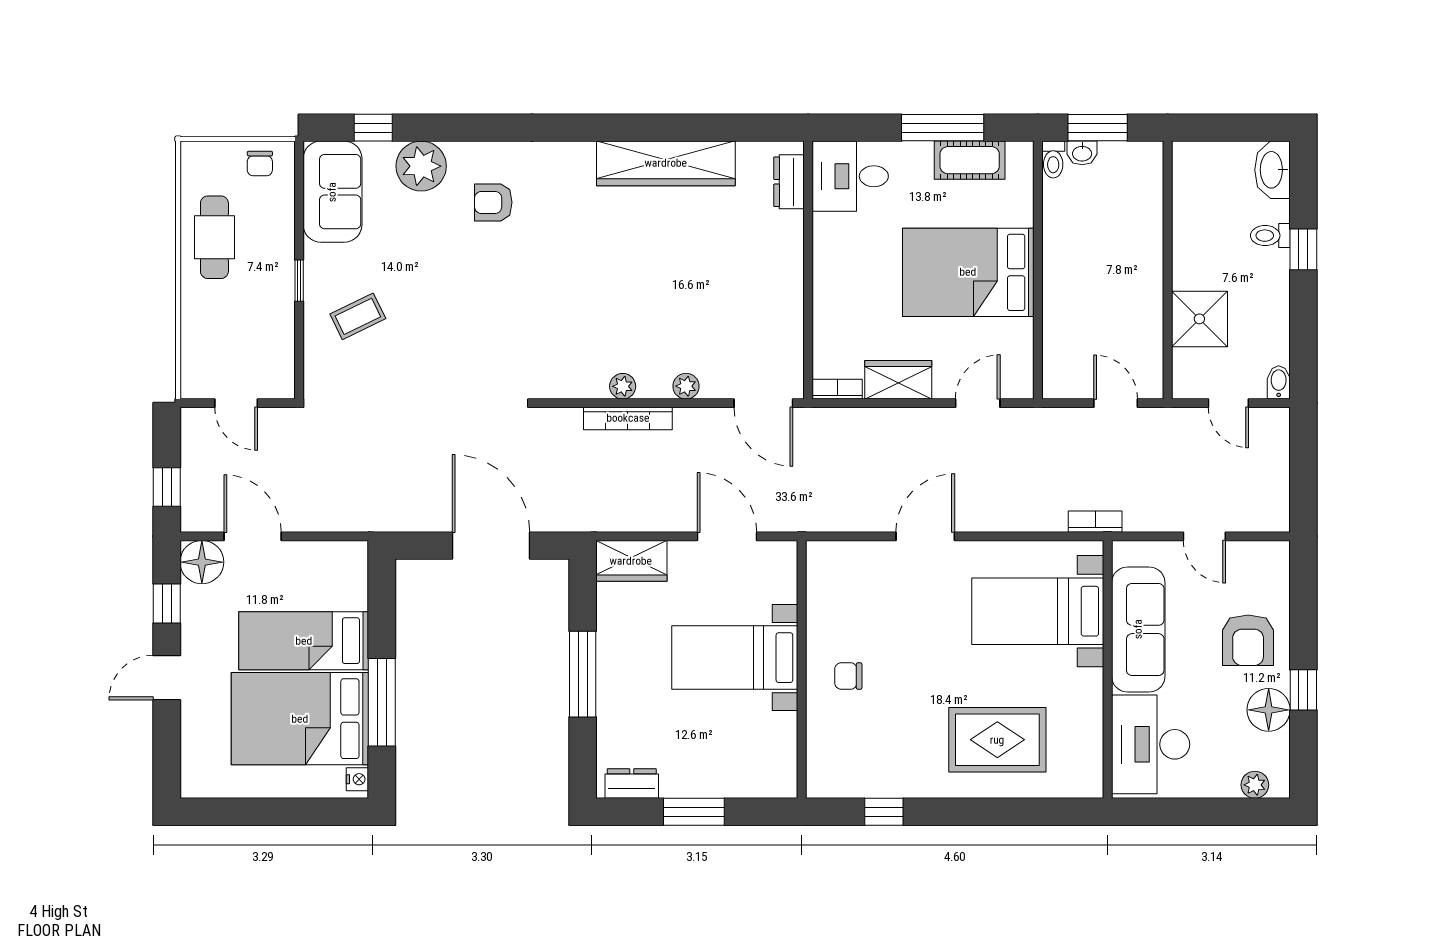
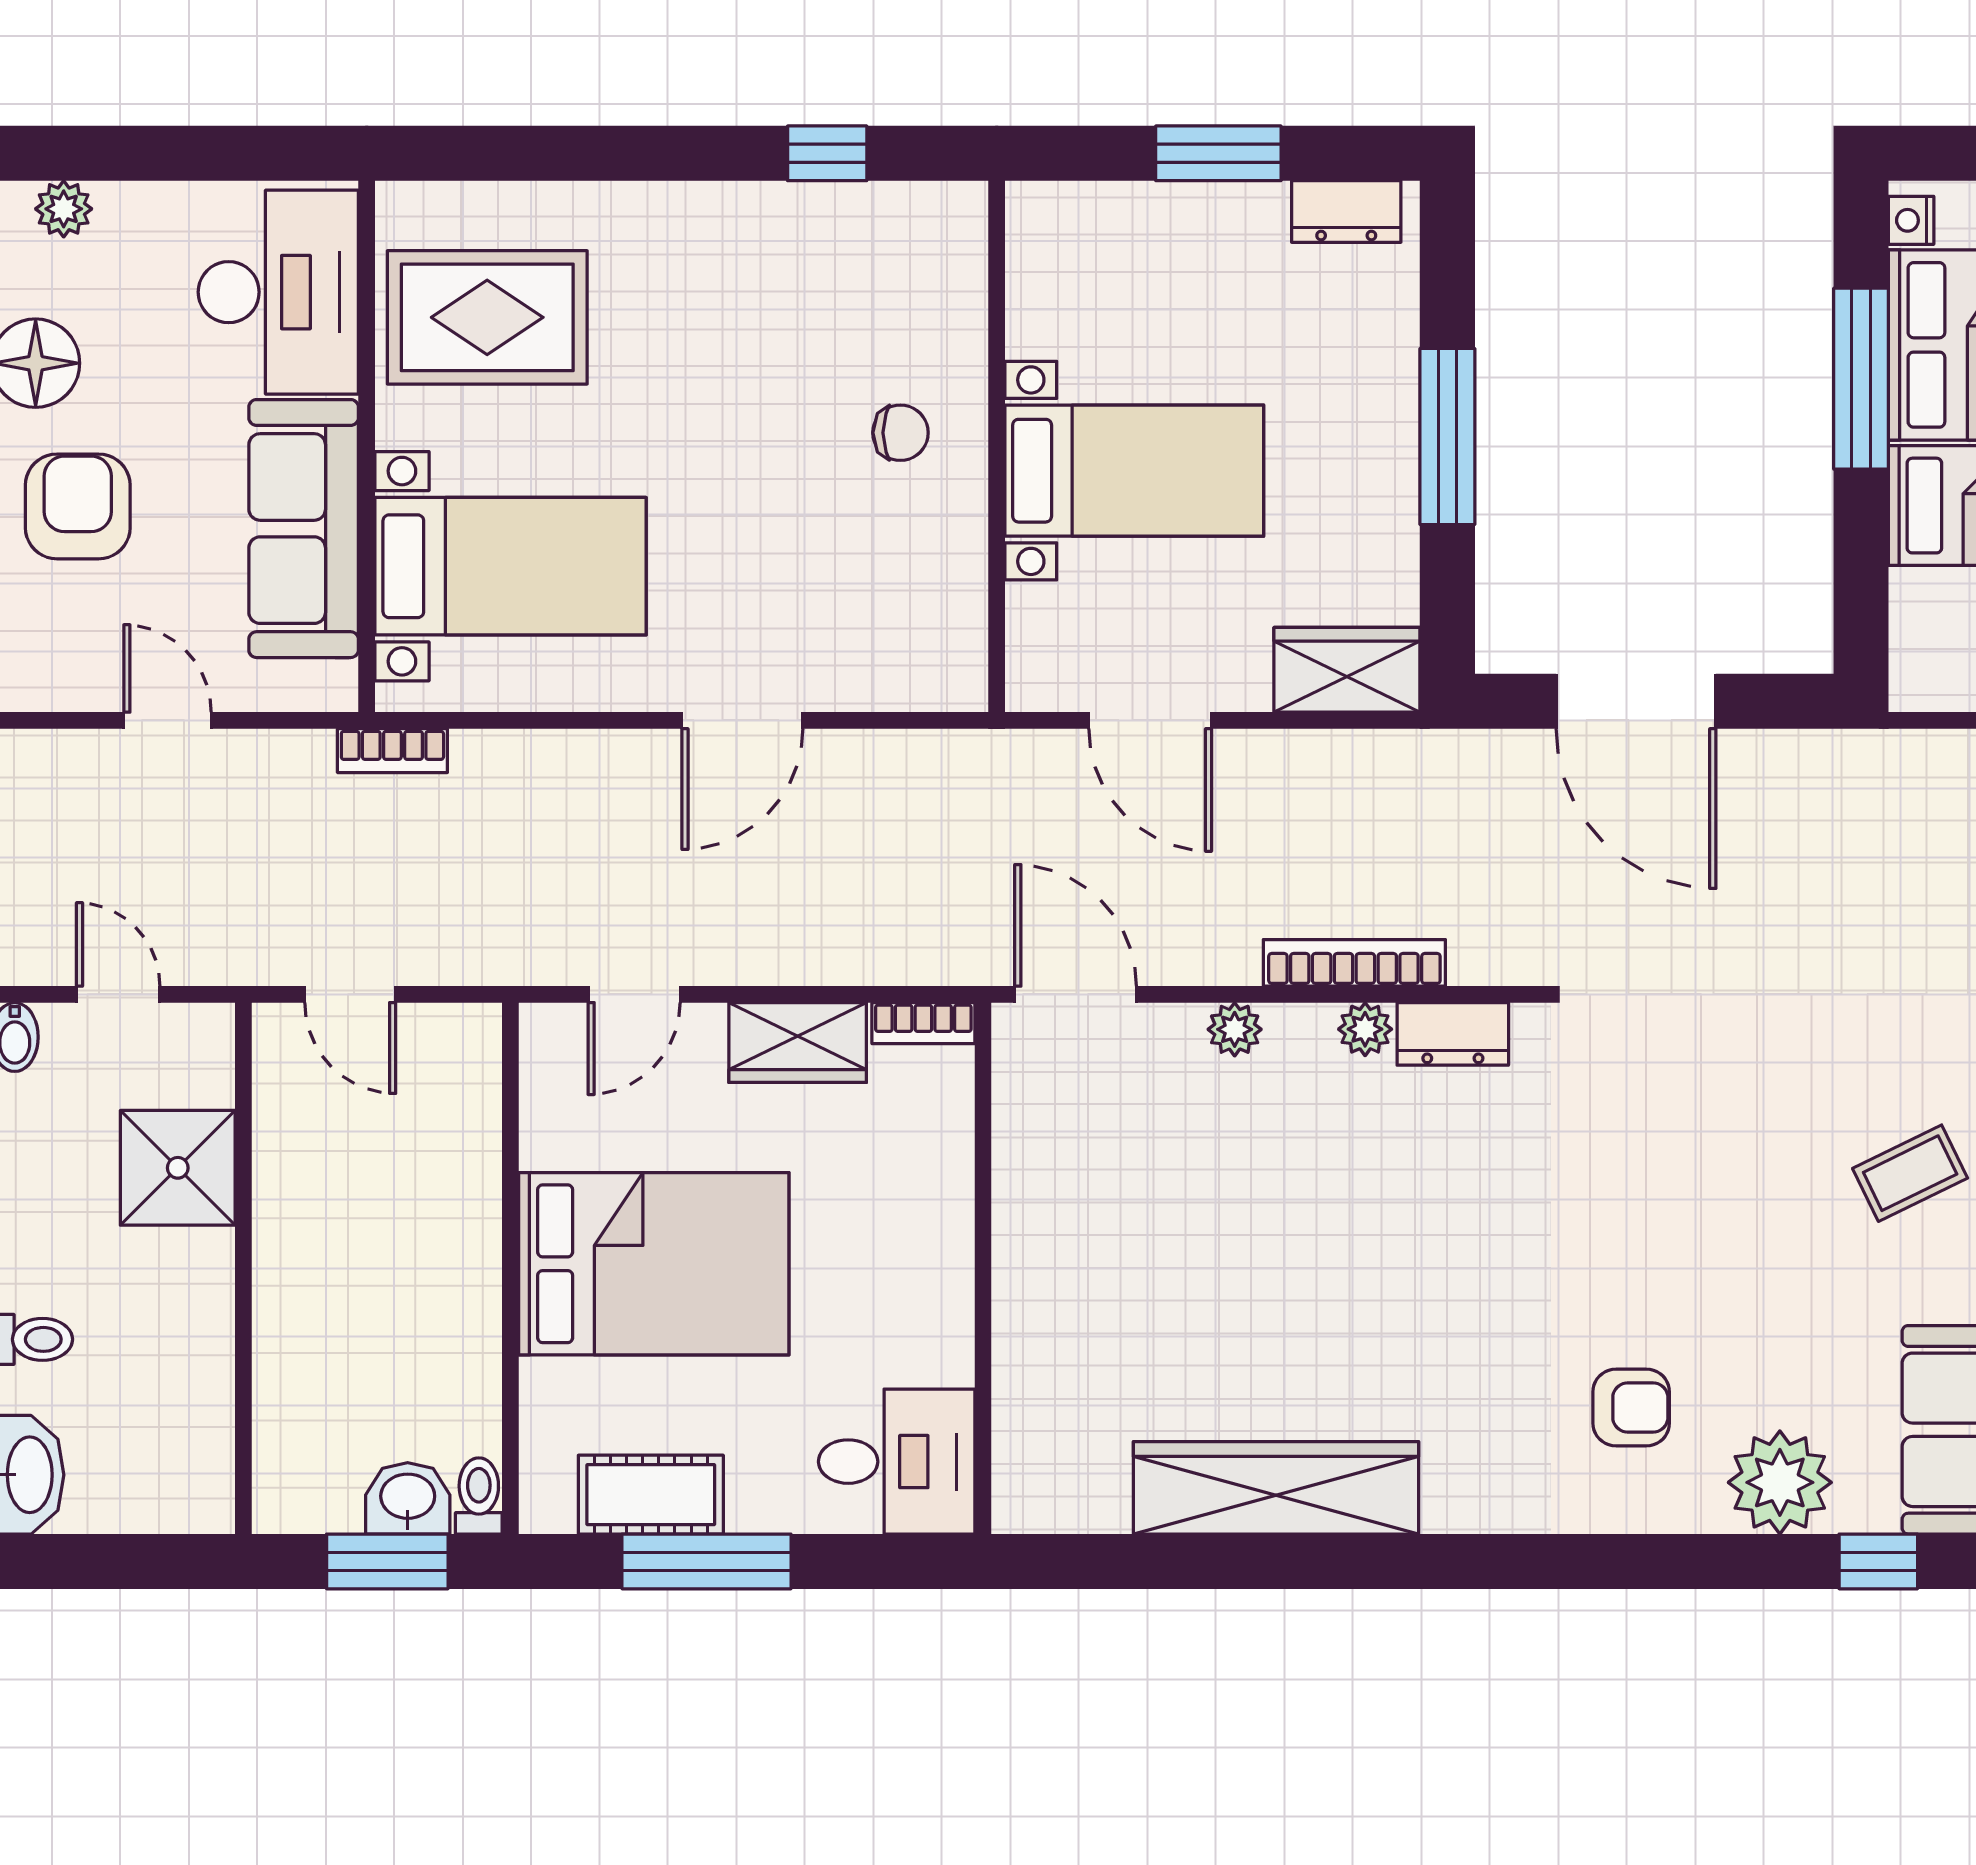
washbasin: (1082, 153) -> (408, 1498), width x1.38, depth x1.45
dresser: (789, 182) -> (1453, 1034), moved, turned 90
rug: (997, 740) -> (487, 317), moved

